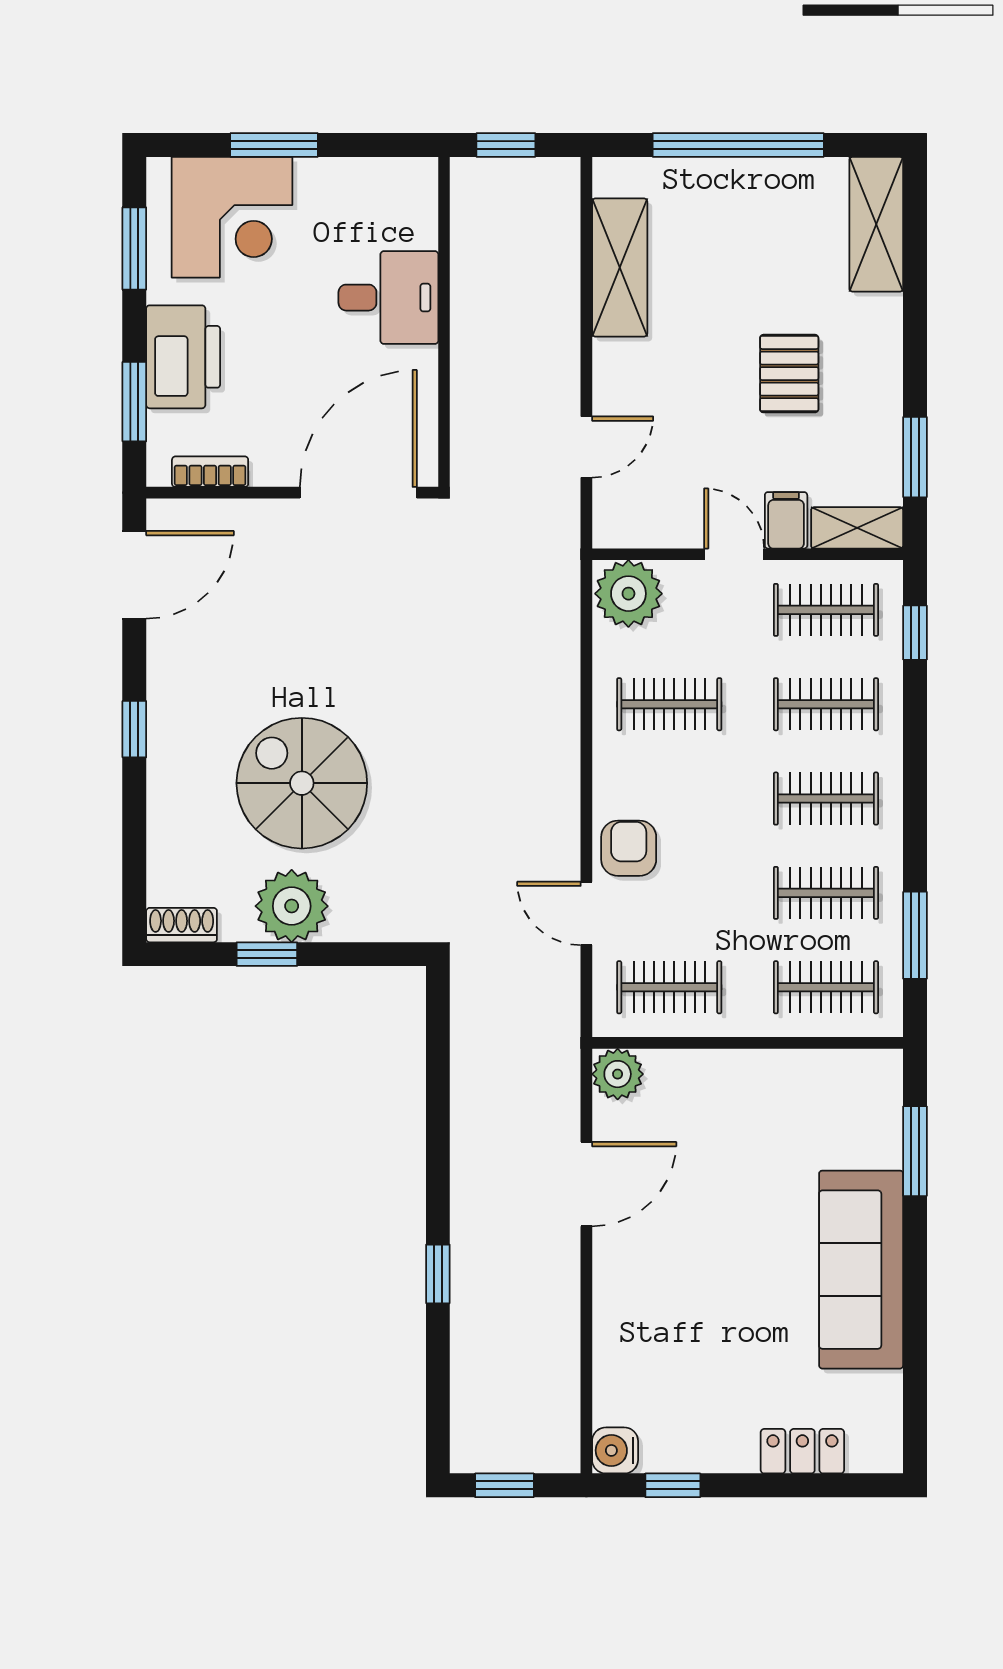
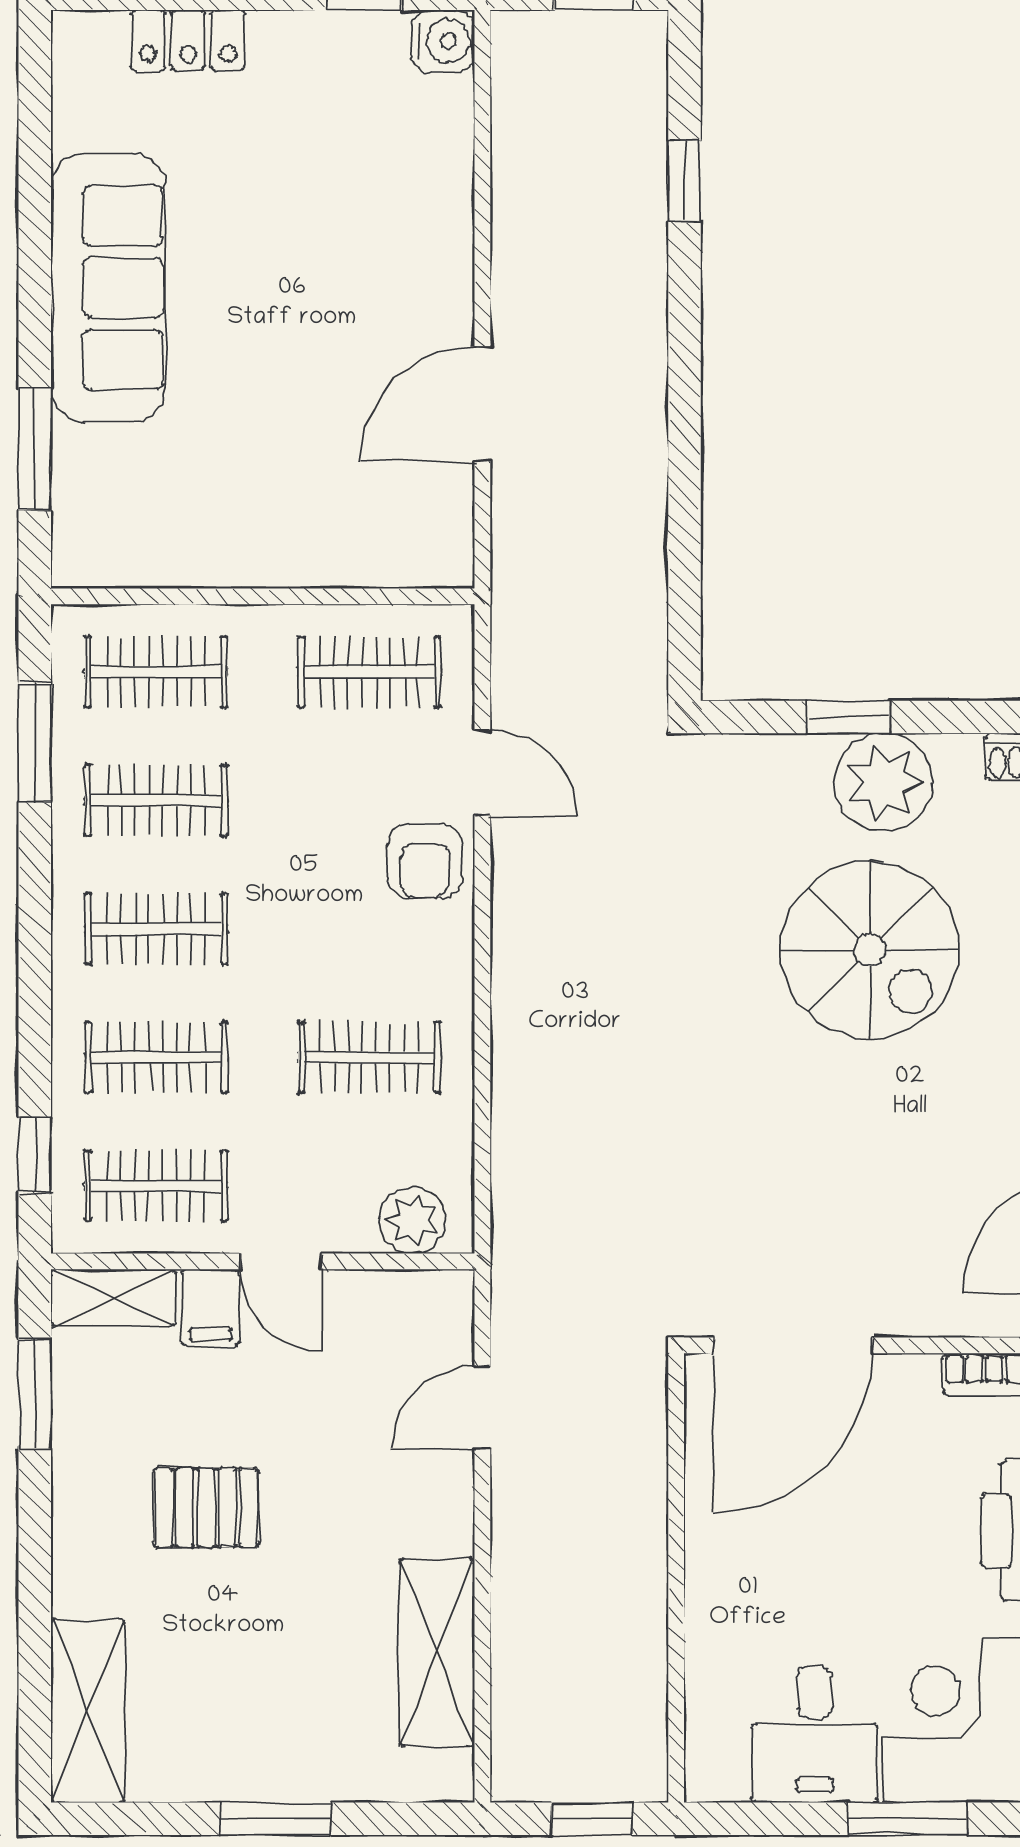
window: (738, 145) -> (275, 1819), width x0.47
desk: (388, 298) -> (814, 1735), moved, turned -90
pallet: (789, 374) -> (206, 1508), turned 90
plant: (628, 594) -> (413, 1220), width x0.73, depth x0.73
window: (267, 954) -> (848, 717), moved
plant: (618, 1074) -> (440, 554), removed
window: (438, 1274) -> (684, 181), moved

